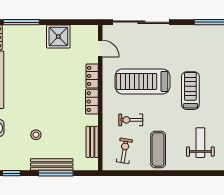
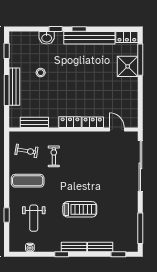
shower: (58, 37) -> (128, 66), moved
door: (100, 48) -> (117, 130), swing flipped
treadmill: (143, 81) -> (88, 167), removed
weight bench: (200, 143) -> (34, 218), turned 90
window: (197, 173) -> (7, 215), added

